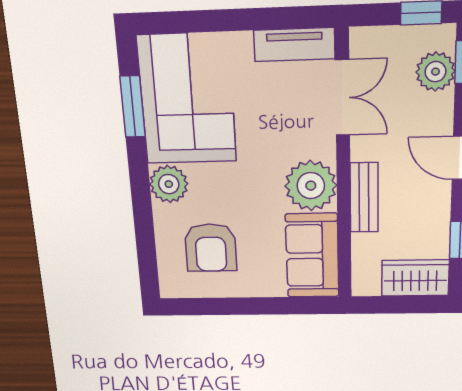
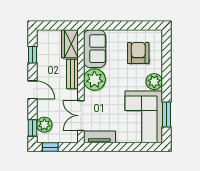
wardrobe: (415, 278) -> (70, 44), moved, turned 90

